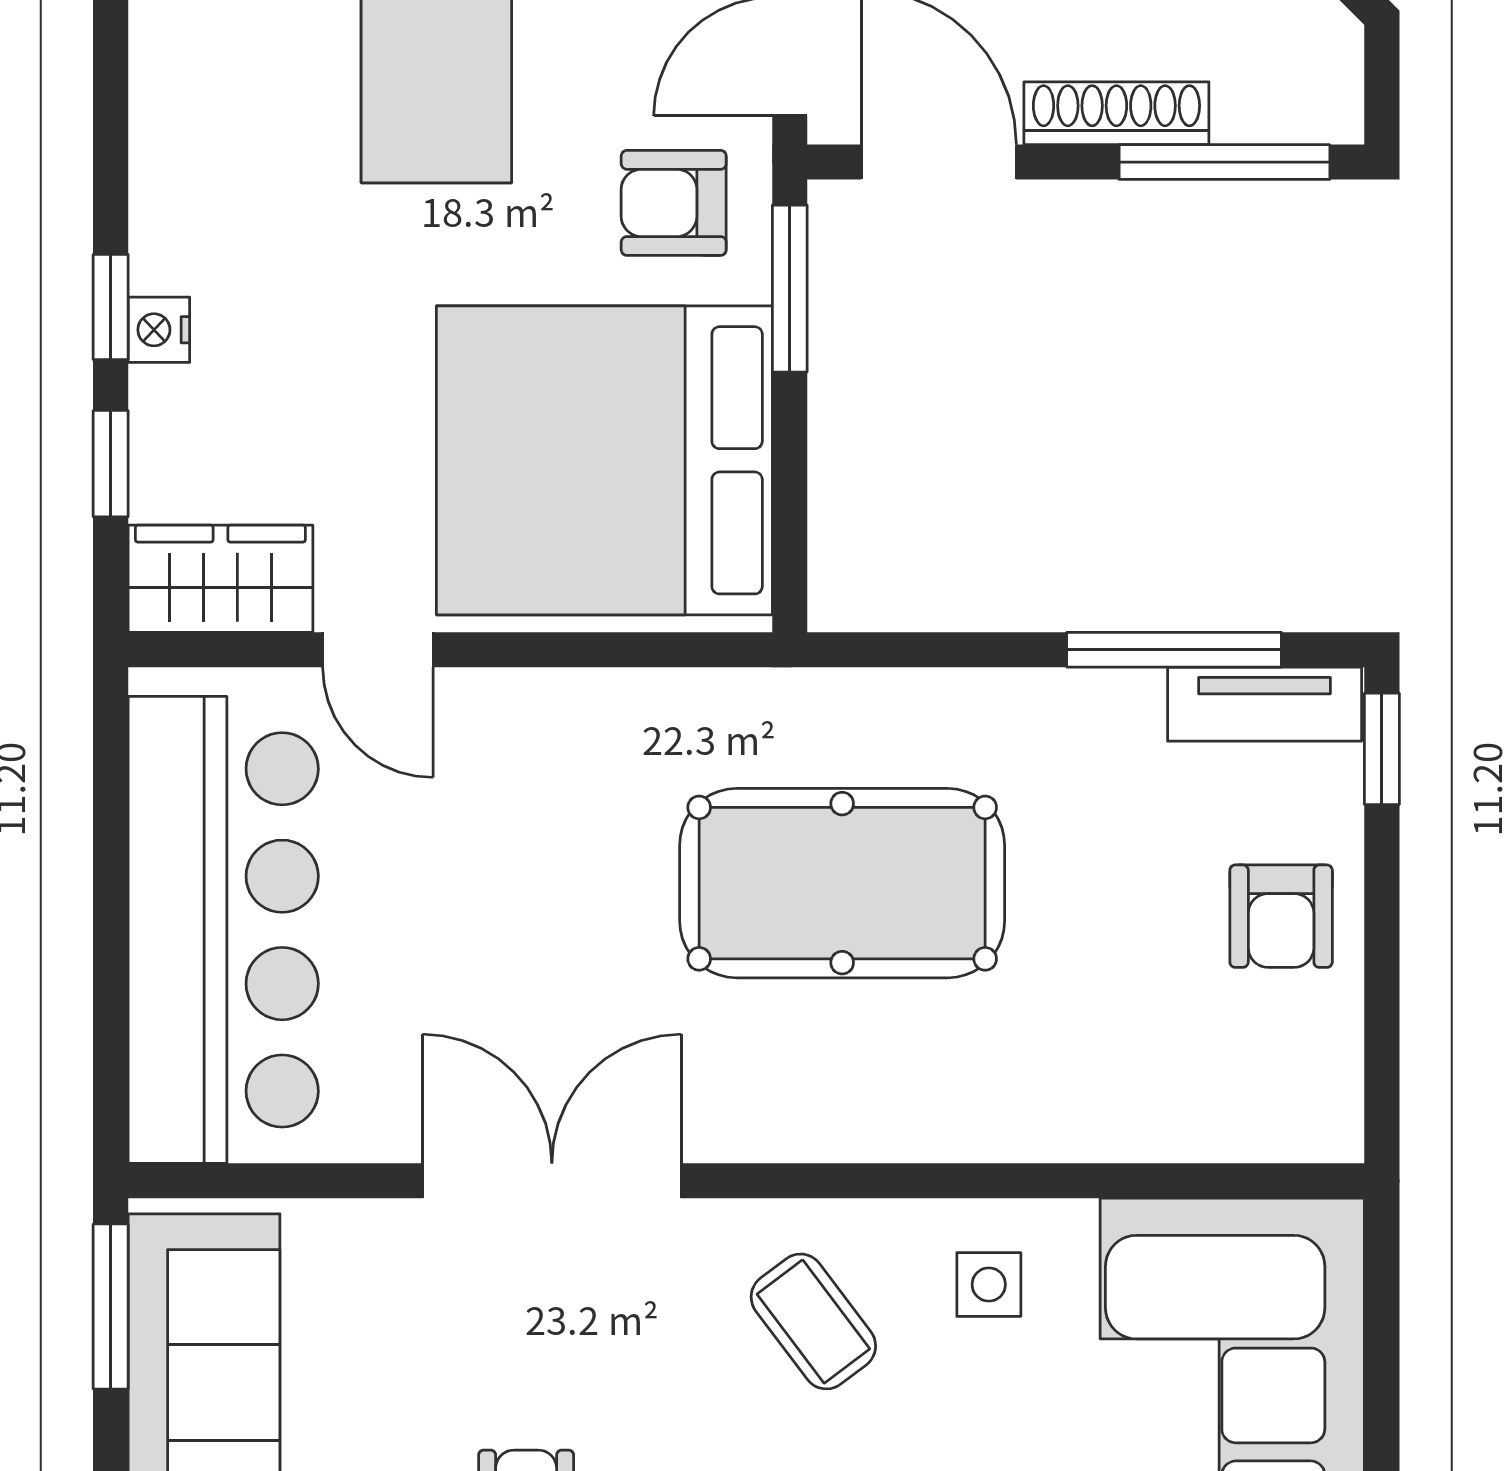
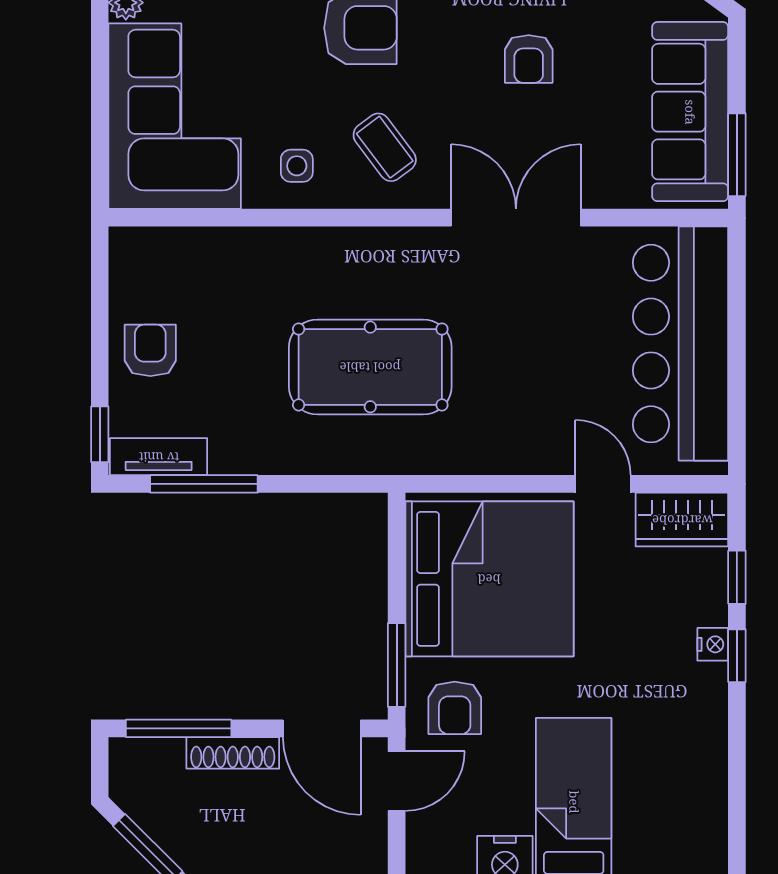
armchair: (674, 203) -> (455, 708), turned 90
double door: (552, 1181) -> (516, 218), swing flipped

